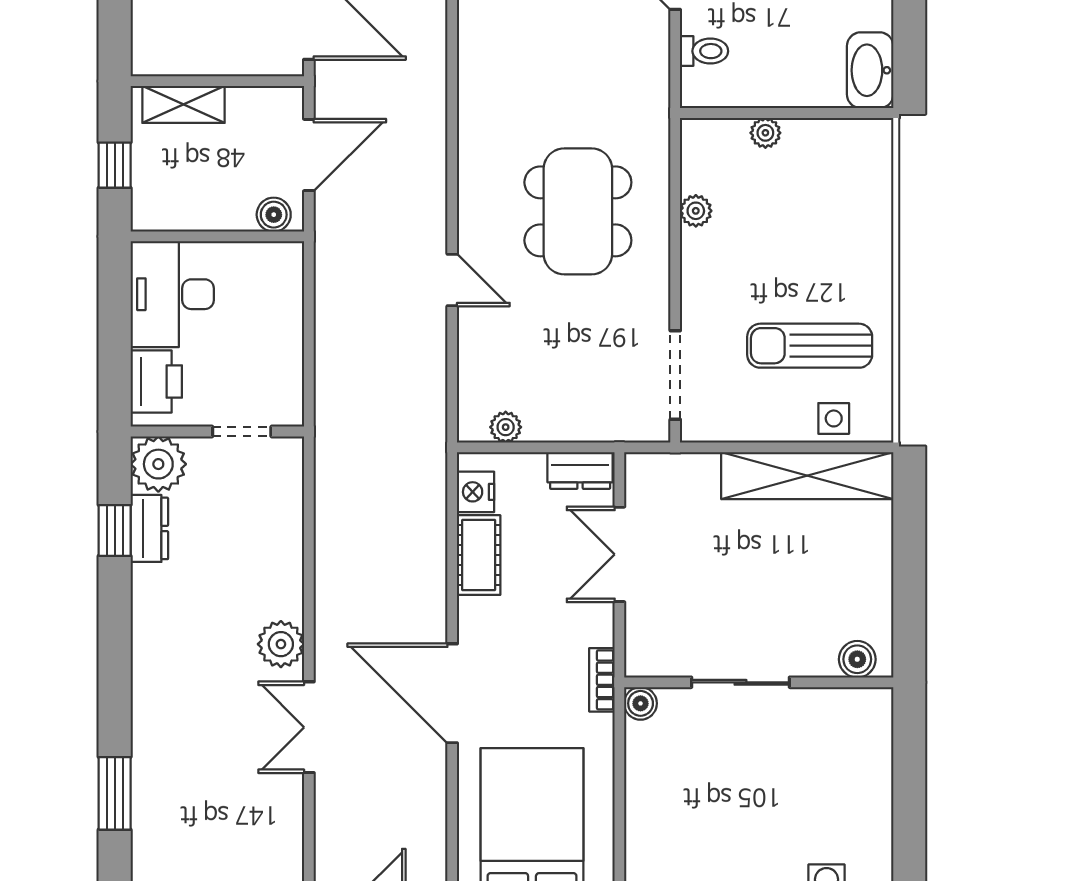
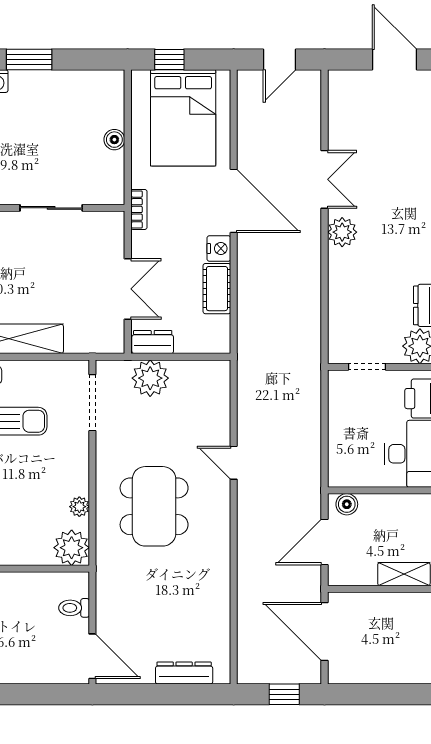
plant: (765, 133) -> (72, 548), moved, width x1.88, depth x1.88
plant: (506, 427) -> (150, 378), moved, width x1.88, depth x1.88
nightstand: (476, 492) -> (219, 248), moved
boiler: (641, 703) -> (114, 140), moved

